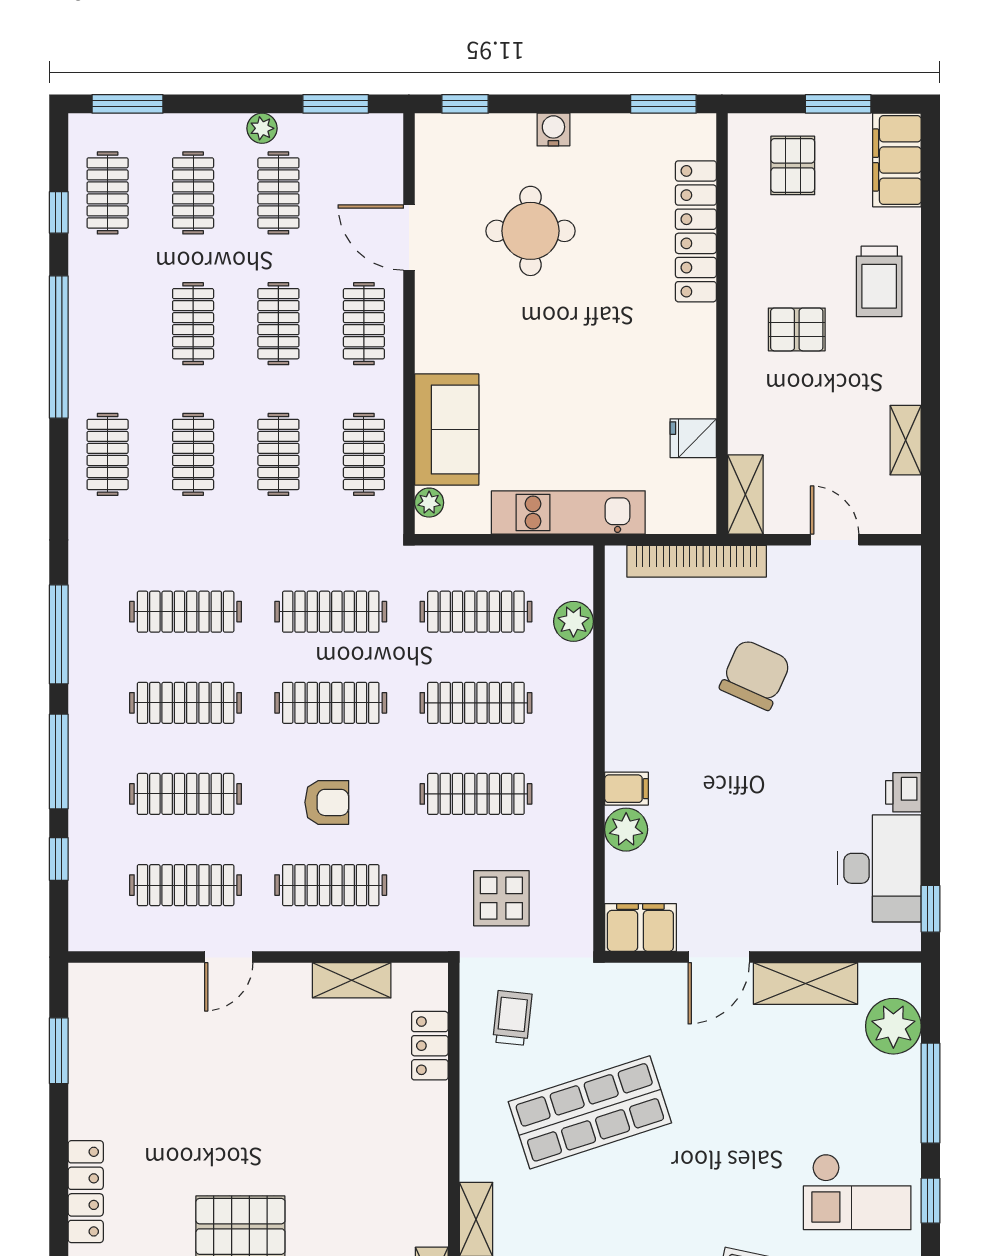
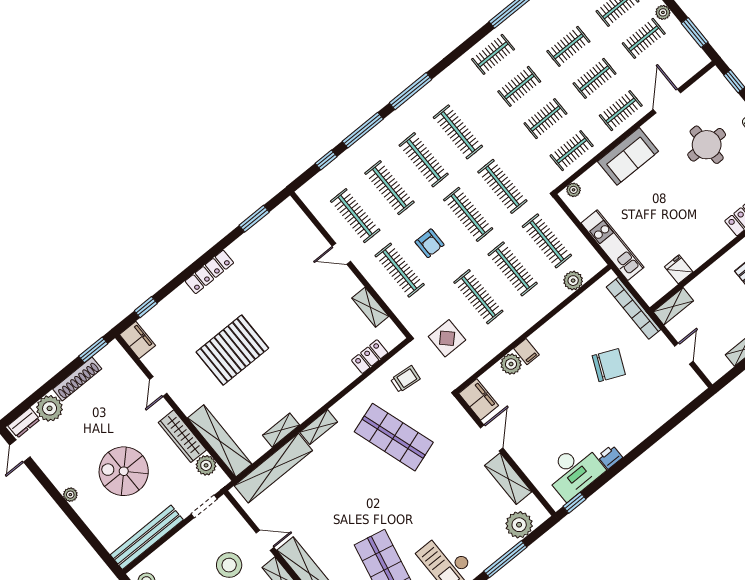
sofa: (447, 430) -> (628, 156), moved
door: (719, 957) -> (492, 438), swing flipped

